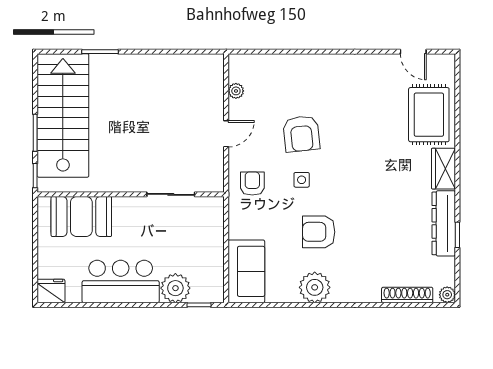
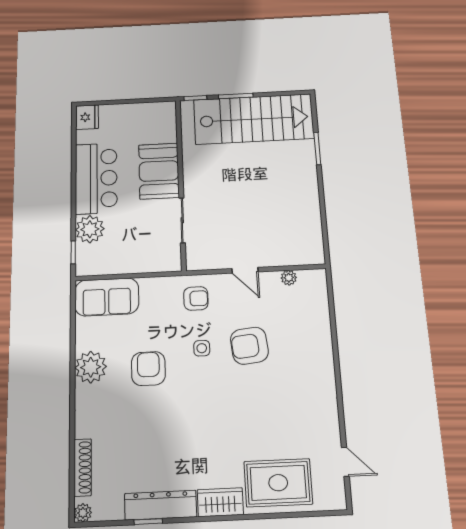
door: (413, 52) -> (345, 462), swing flipped
booth: (81, 216) -> (159, 171), moved

